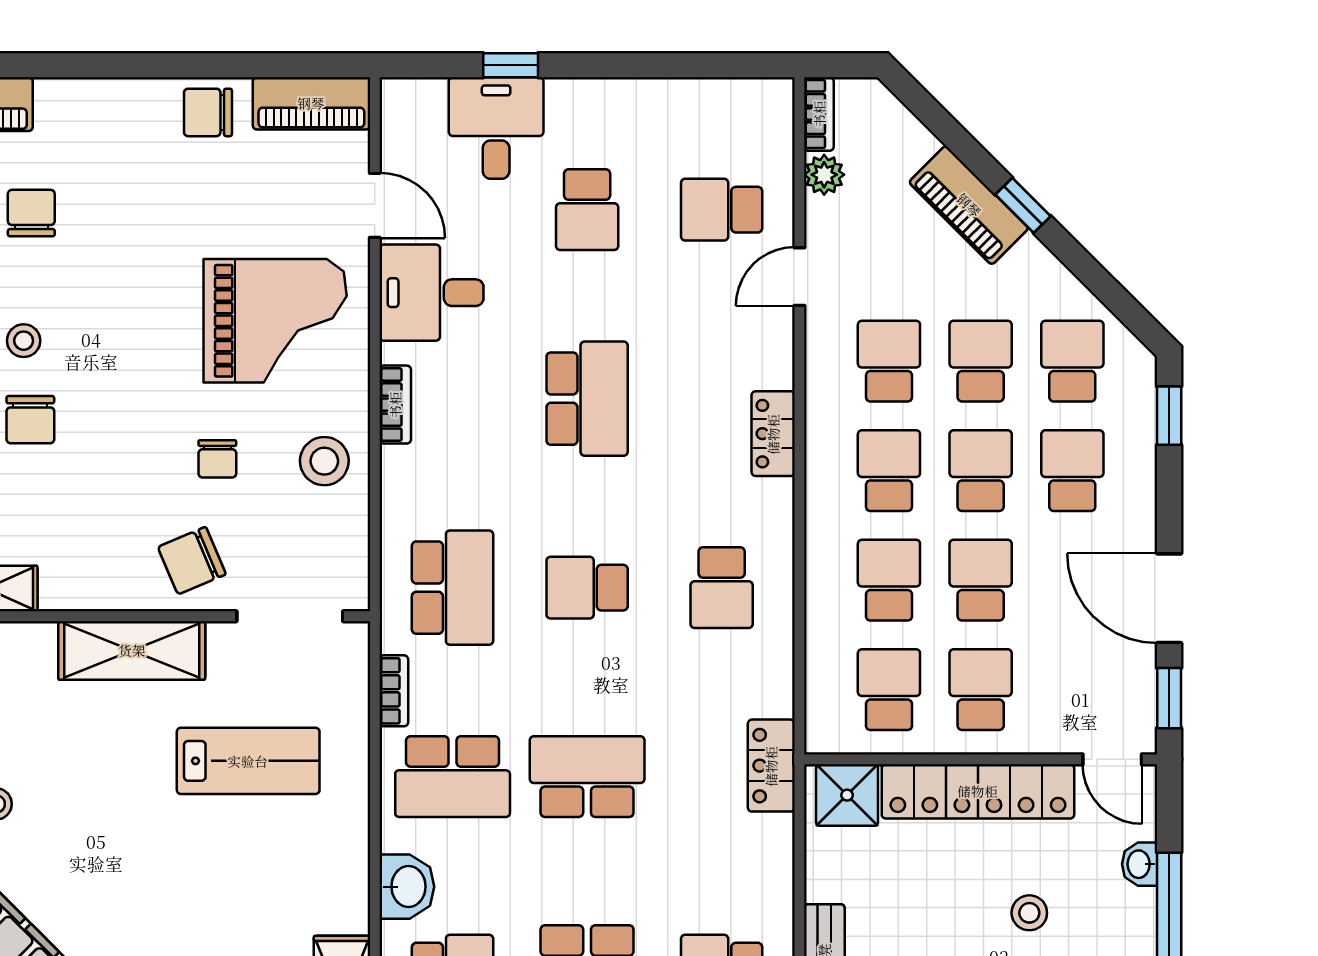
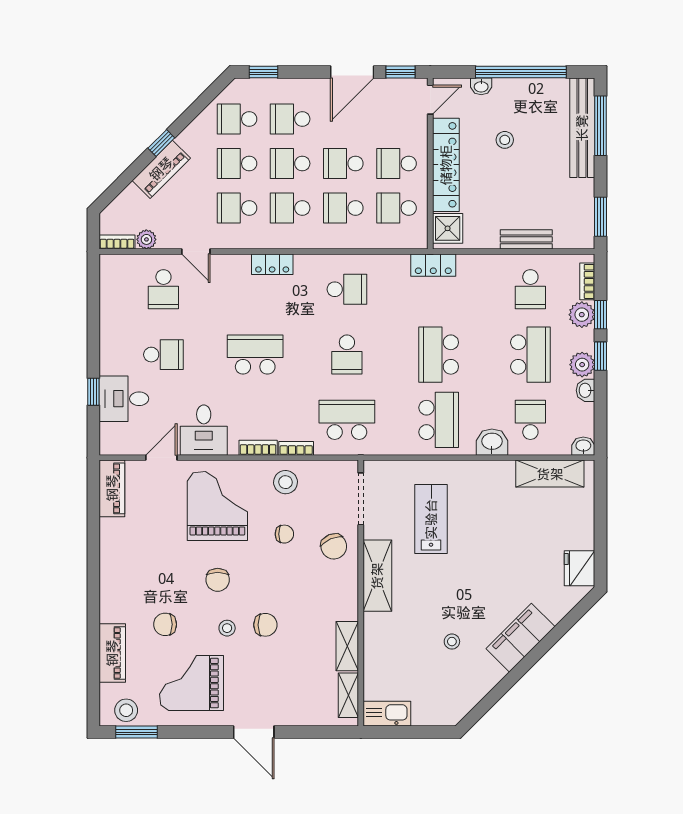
chair: (208, 112) -> (218, 580), moved
bookcase: (394, 691) -> (296, 448), moved

